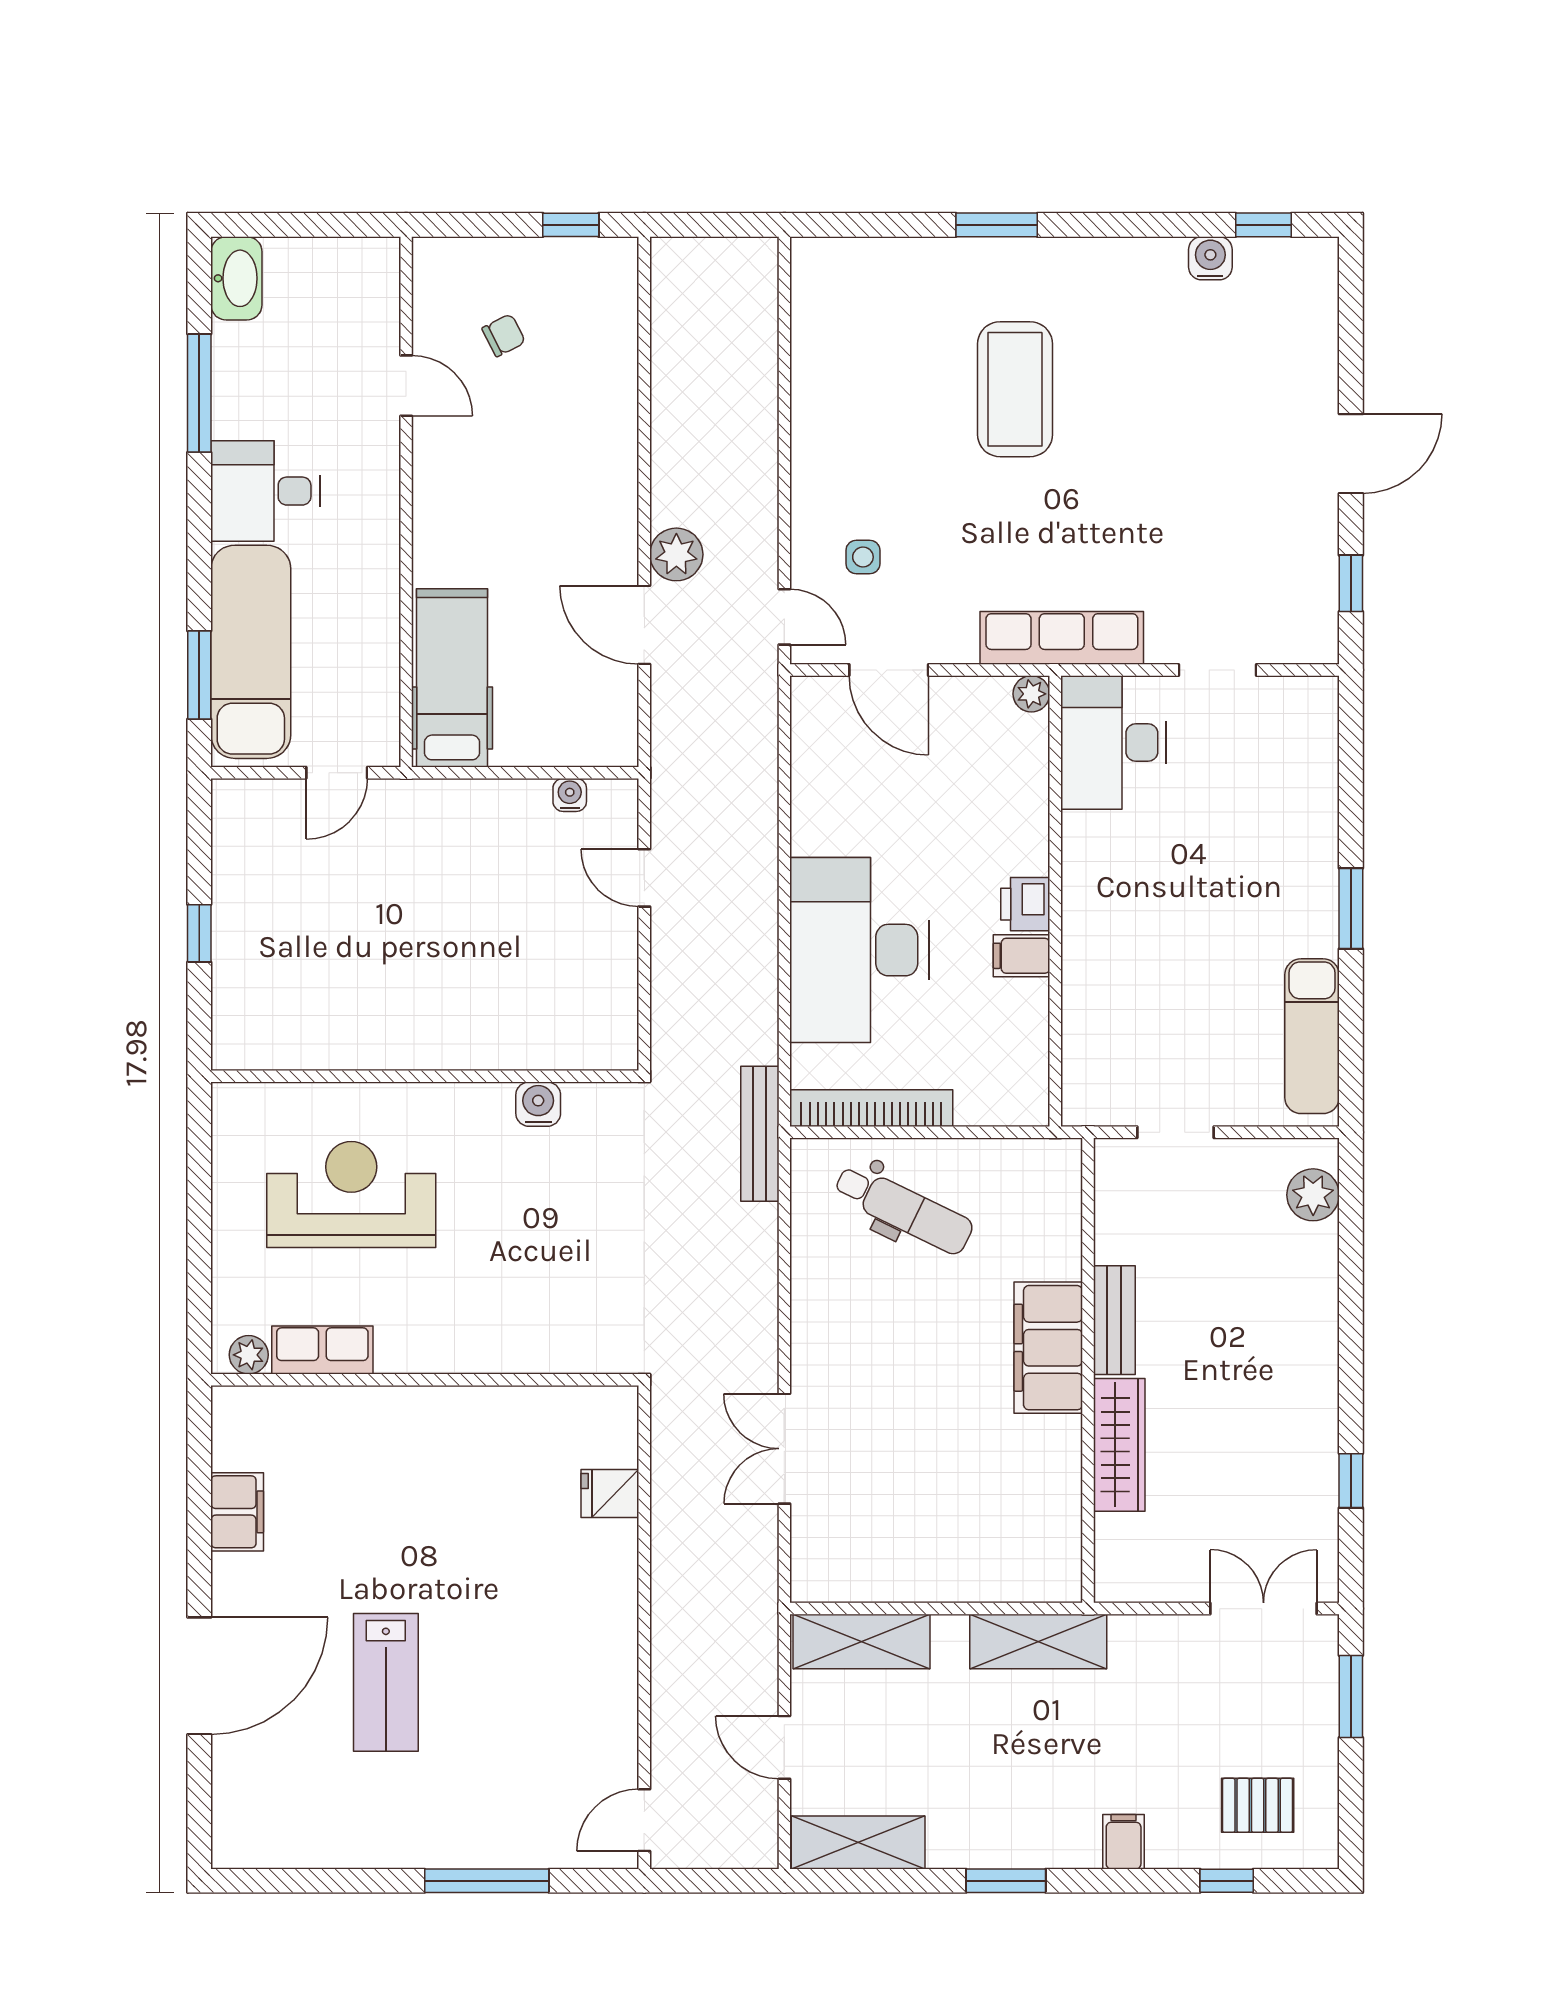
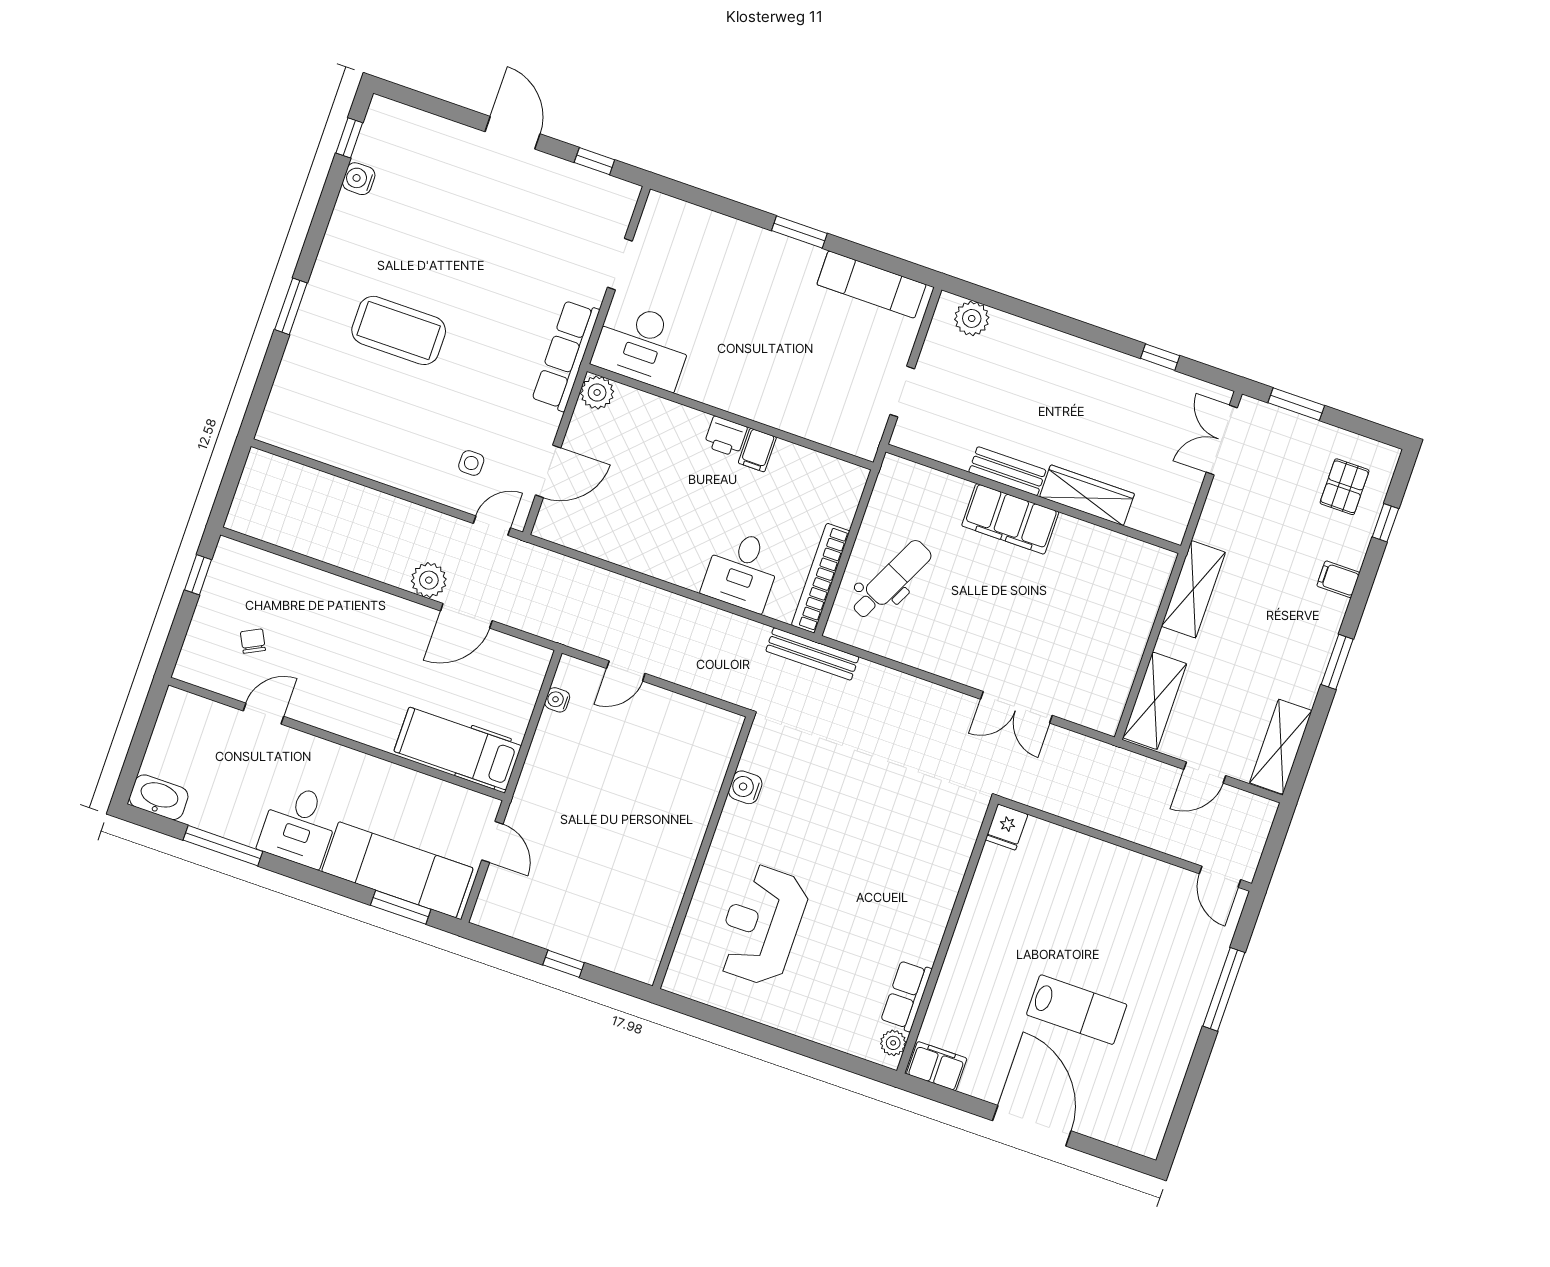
plant: (1031, 694) -> (597, 392), width x1.38, depth x1.38
desk: (859, 950) -> (742, 571), width x0.53, depth x0.77
row of seats: (322, 1350) -> (906, 995), moved
plant: (249, 1355) -> (893, 1043), moved
wall: (425, 1380) -> (947, 937), moved

